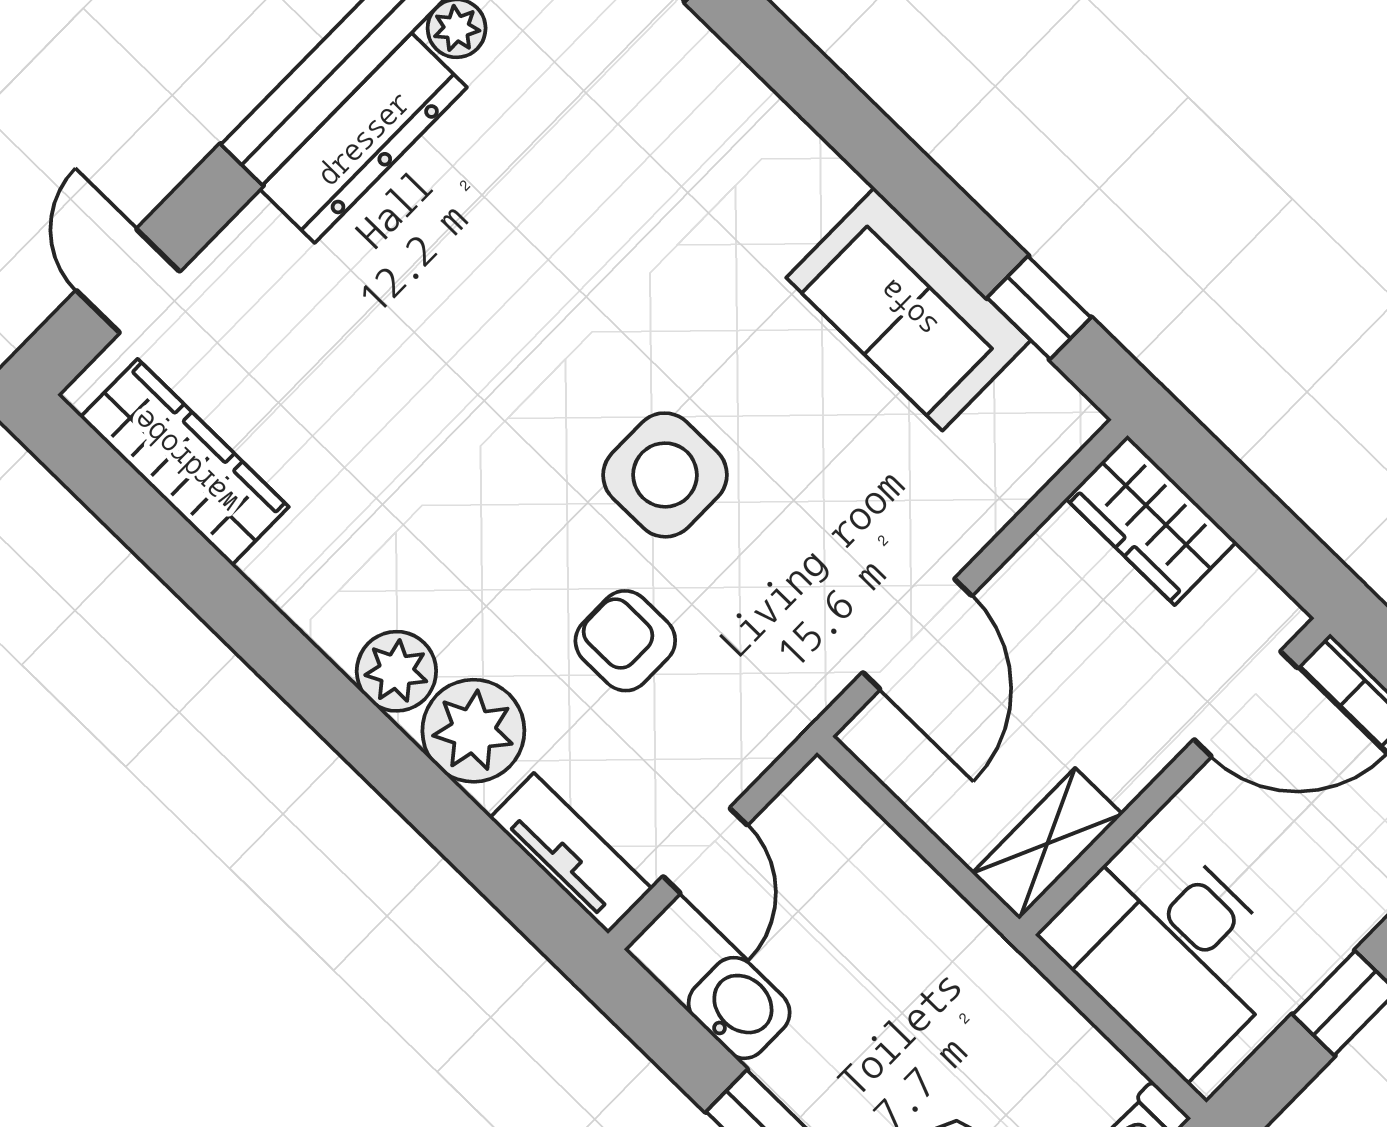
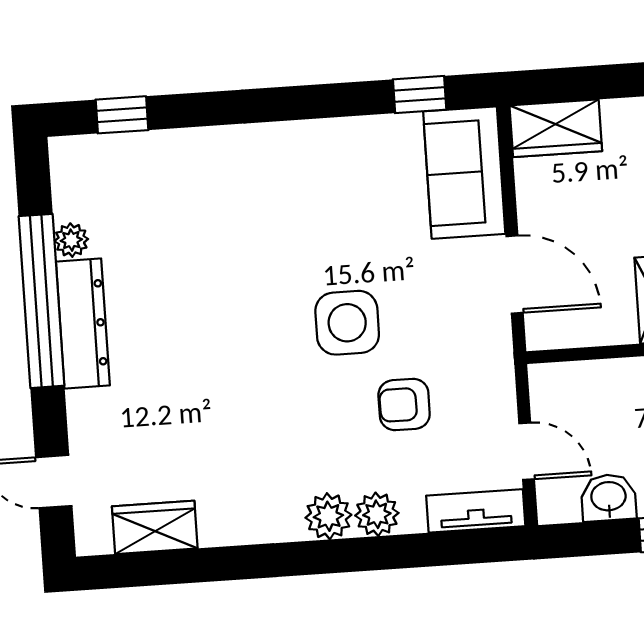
sofa: (908, 309) -> (464, 173), moved, turned 90
wardrobe: (185, 462) -> (155, 527), width x0.67
plant: (473, 731) -> (377, 514), width x0.73, depth x0.73

